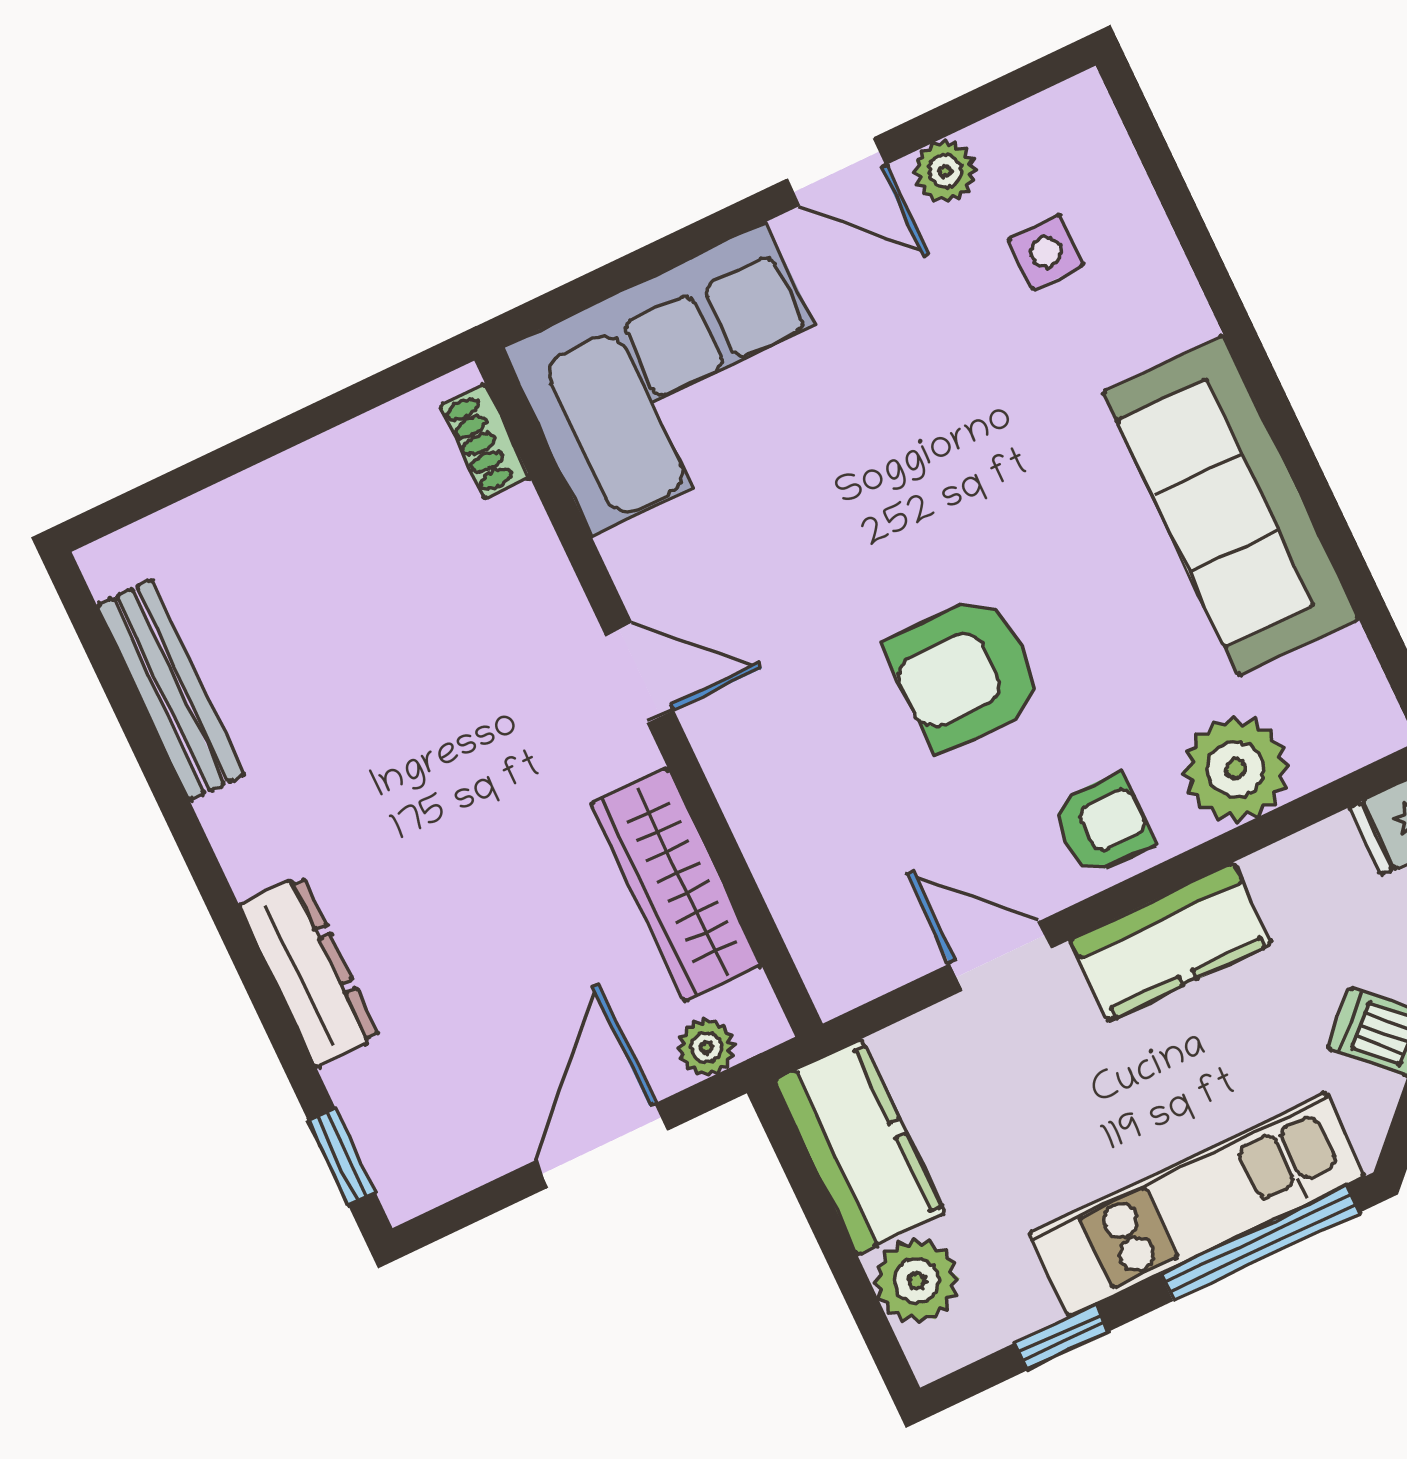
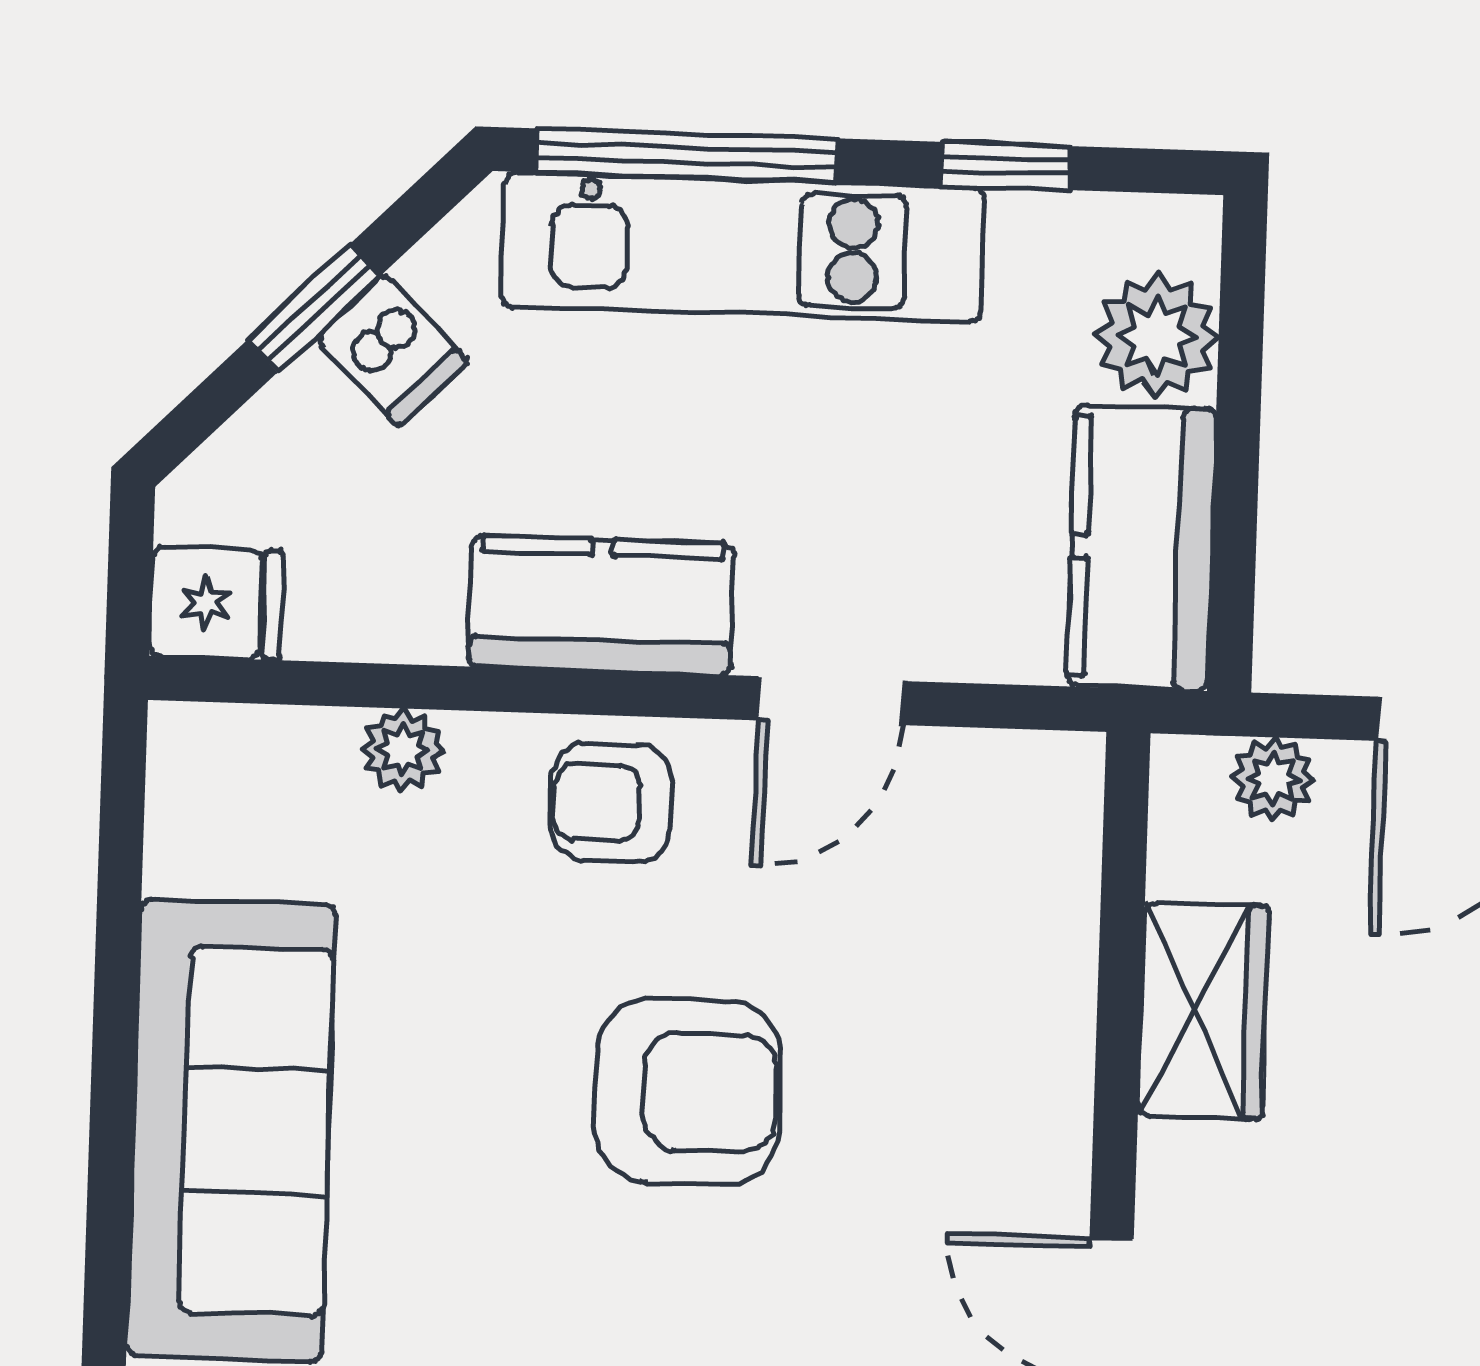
plant: (1235, 769) -> (403, 750), width x0.53, depth x0.53
wardrobe: (676, 884) -> (1203, 1011), width x0.67
door: (1001, 956) -> (830, 701), hinge flipped

